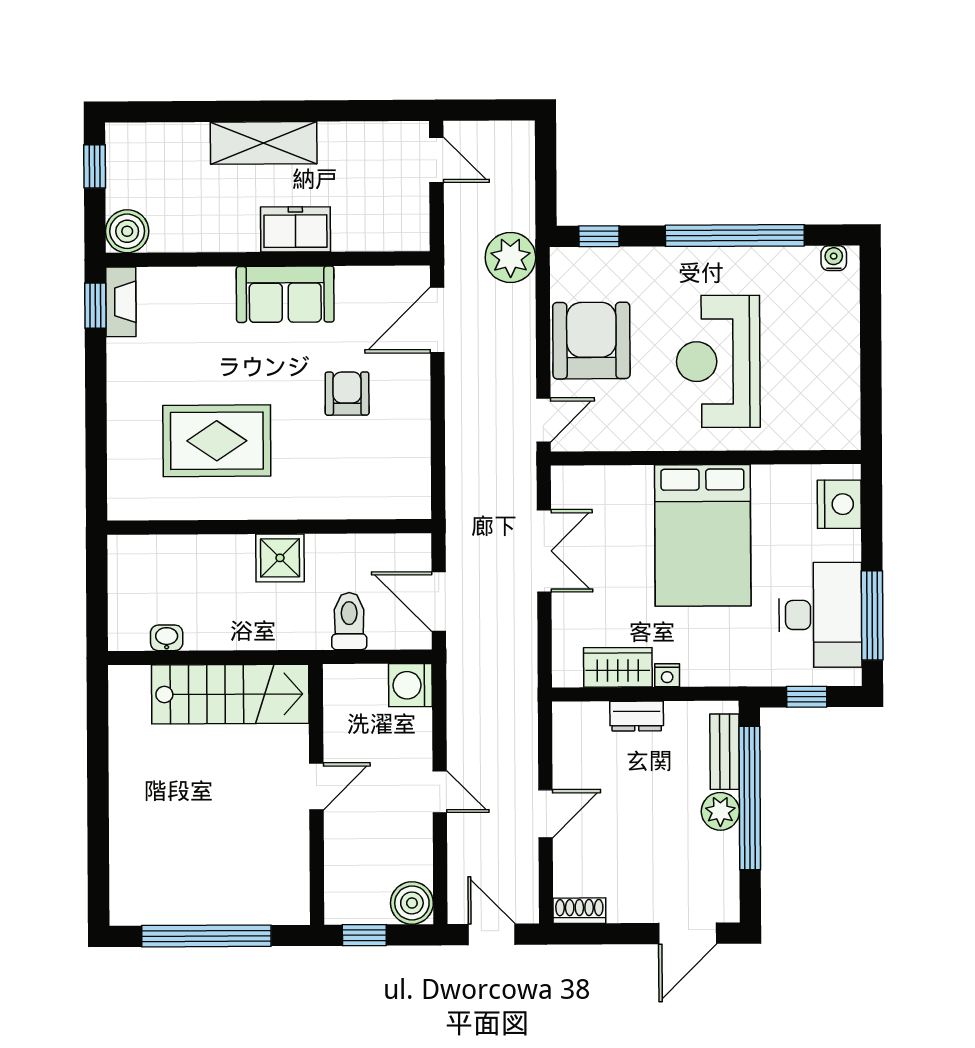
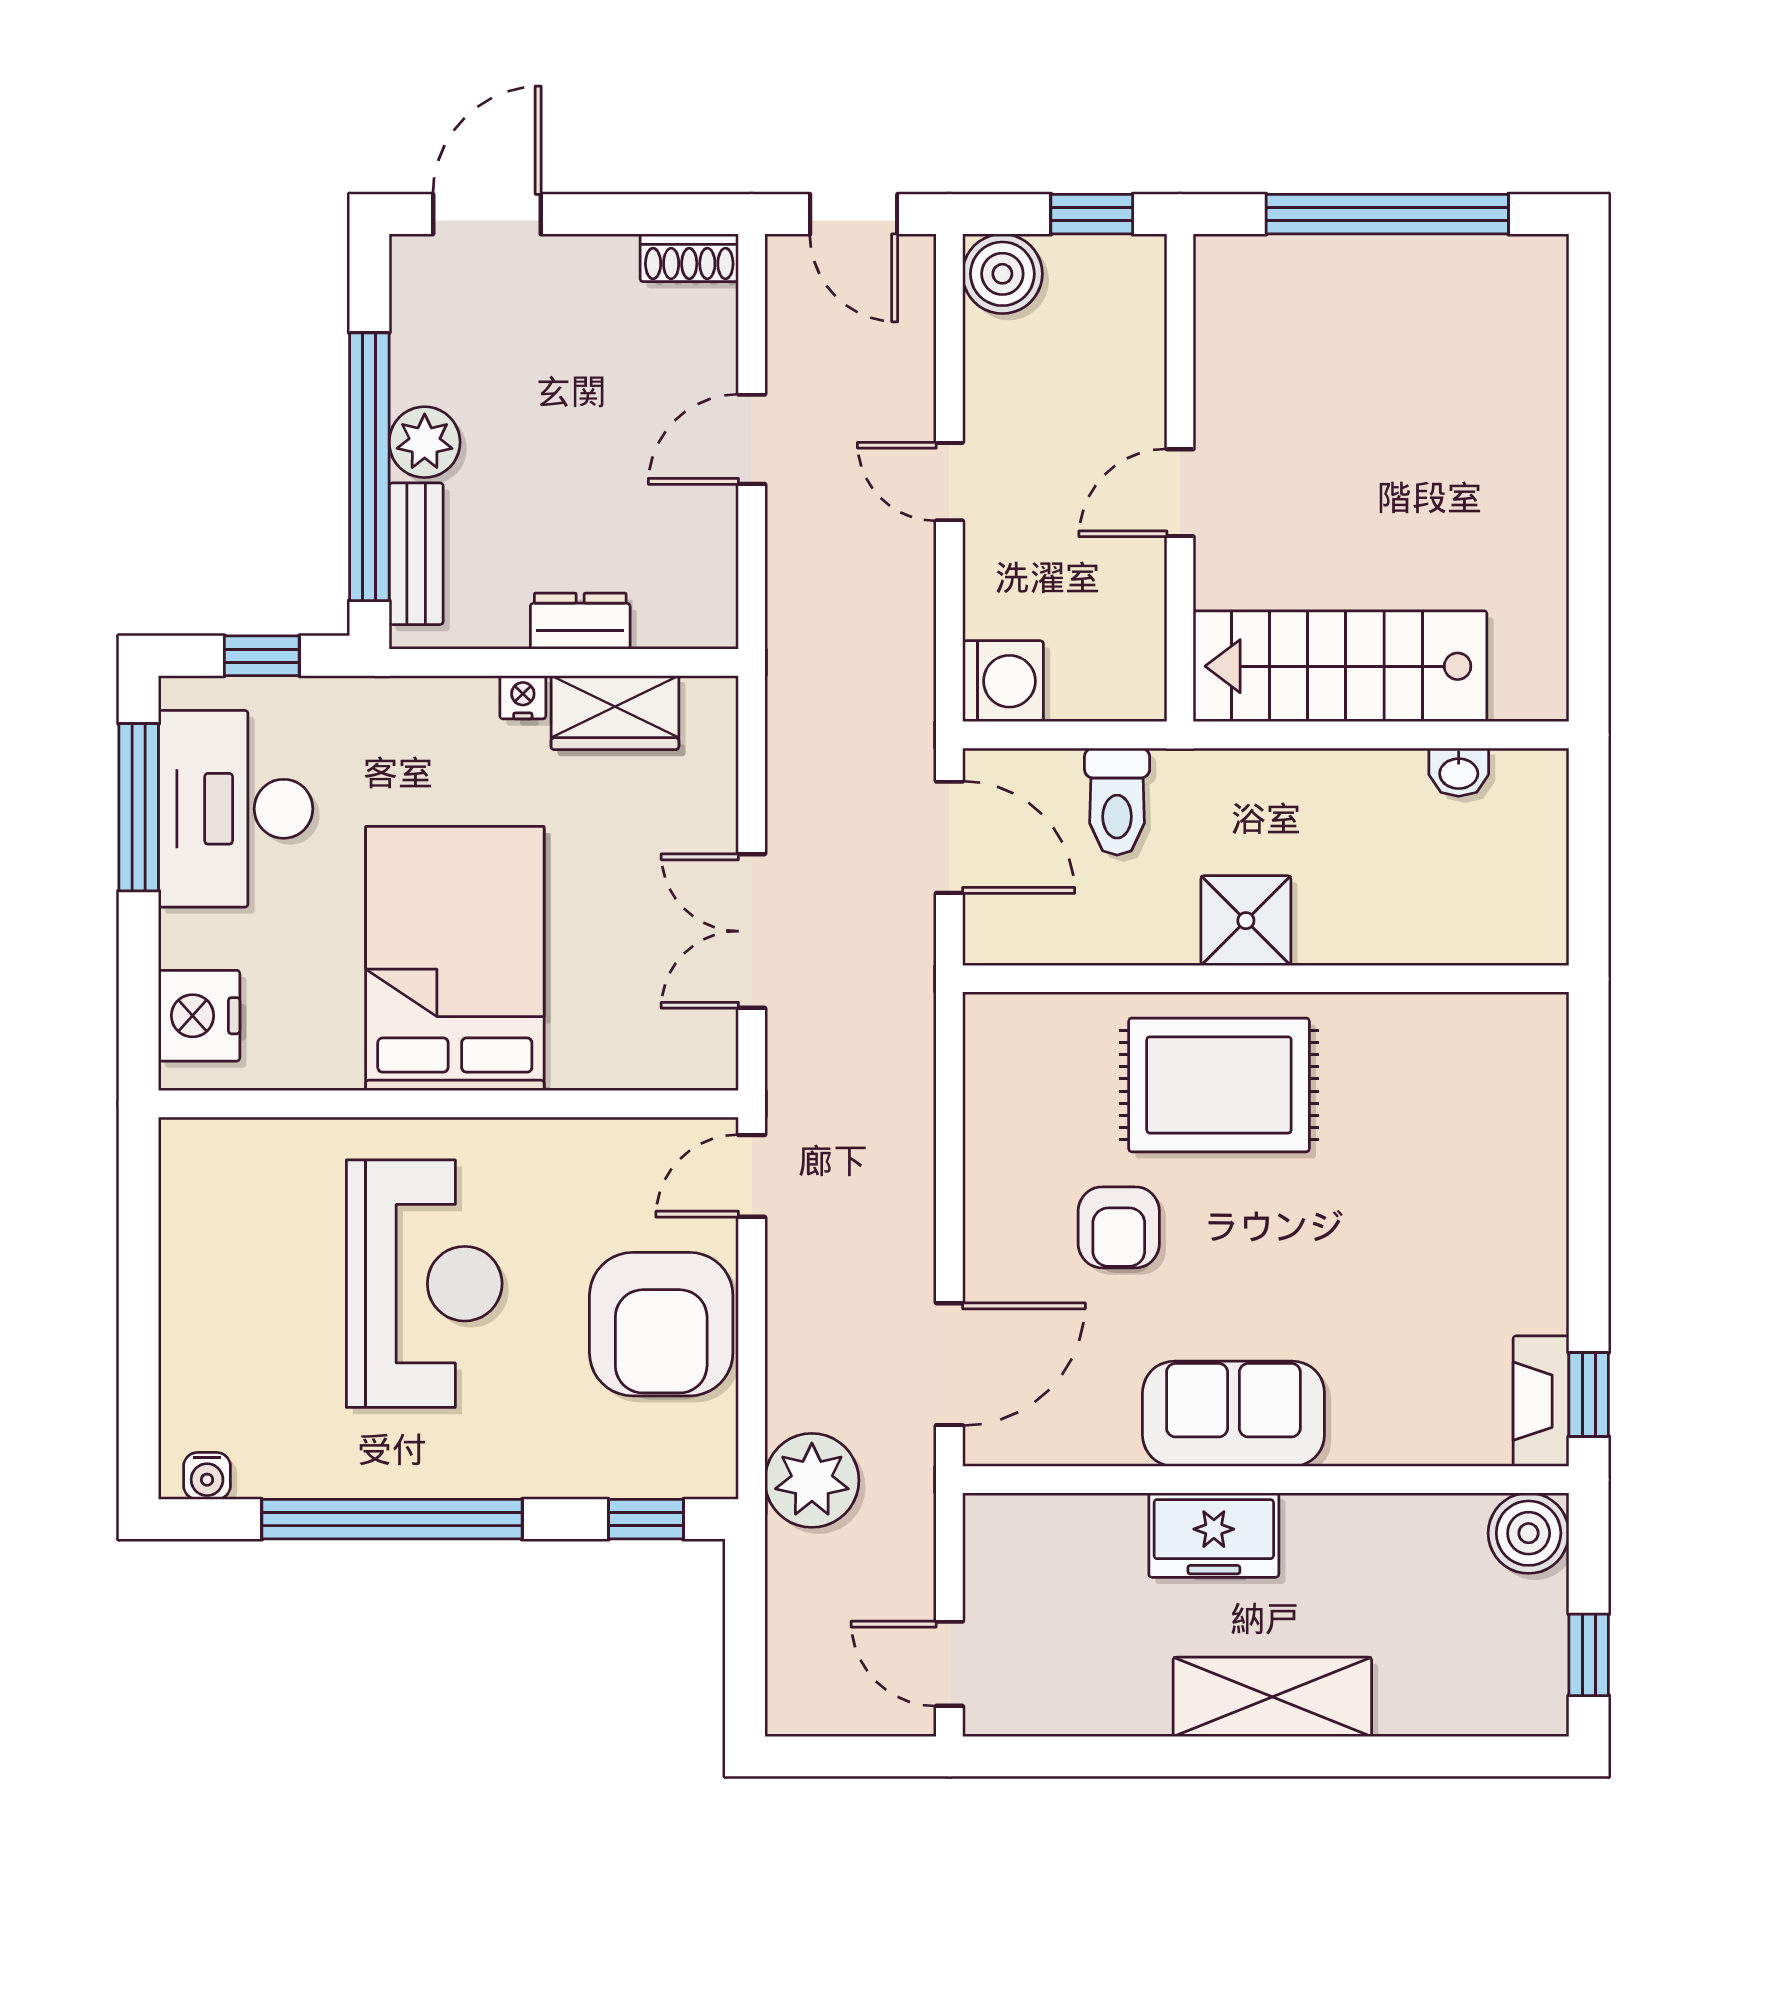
rug: (217, 441) -> (1219, 1085), moved

